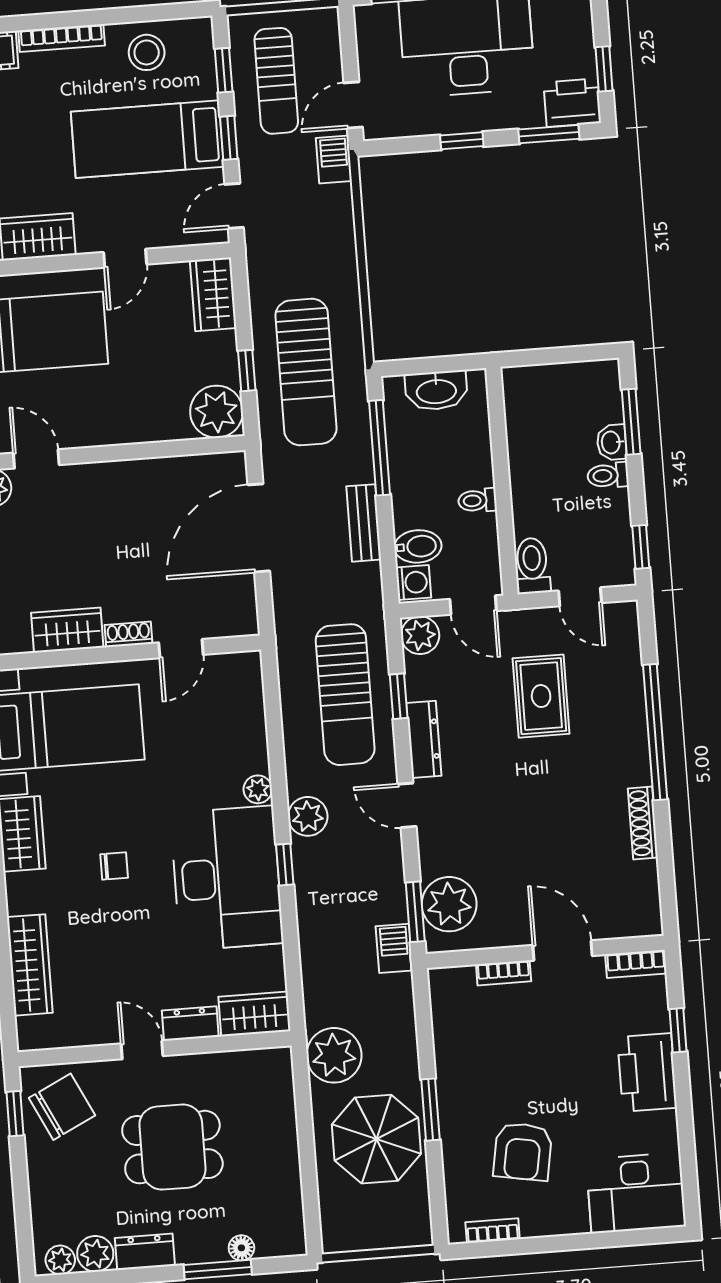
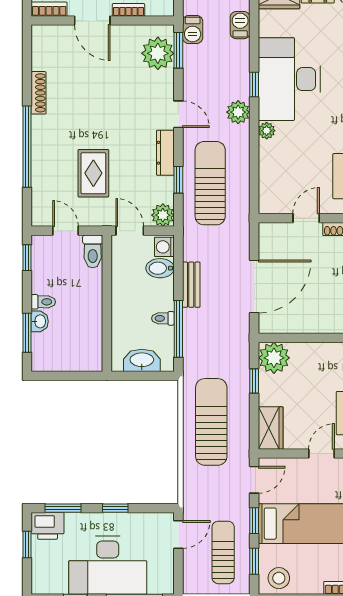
stool: (147, 52) -> (279, 578), moved
barbecue: (334, 160) -> (240, 25), moved, turned 180
sun lounger: (306, 372) -> (211, 422), moved
toilet: (477, 500) -> (163, 318), moved, turned 180

